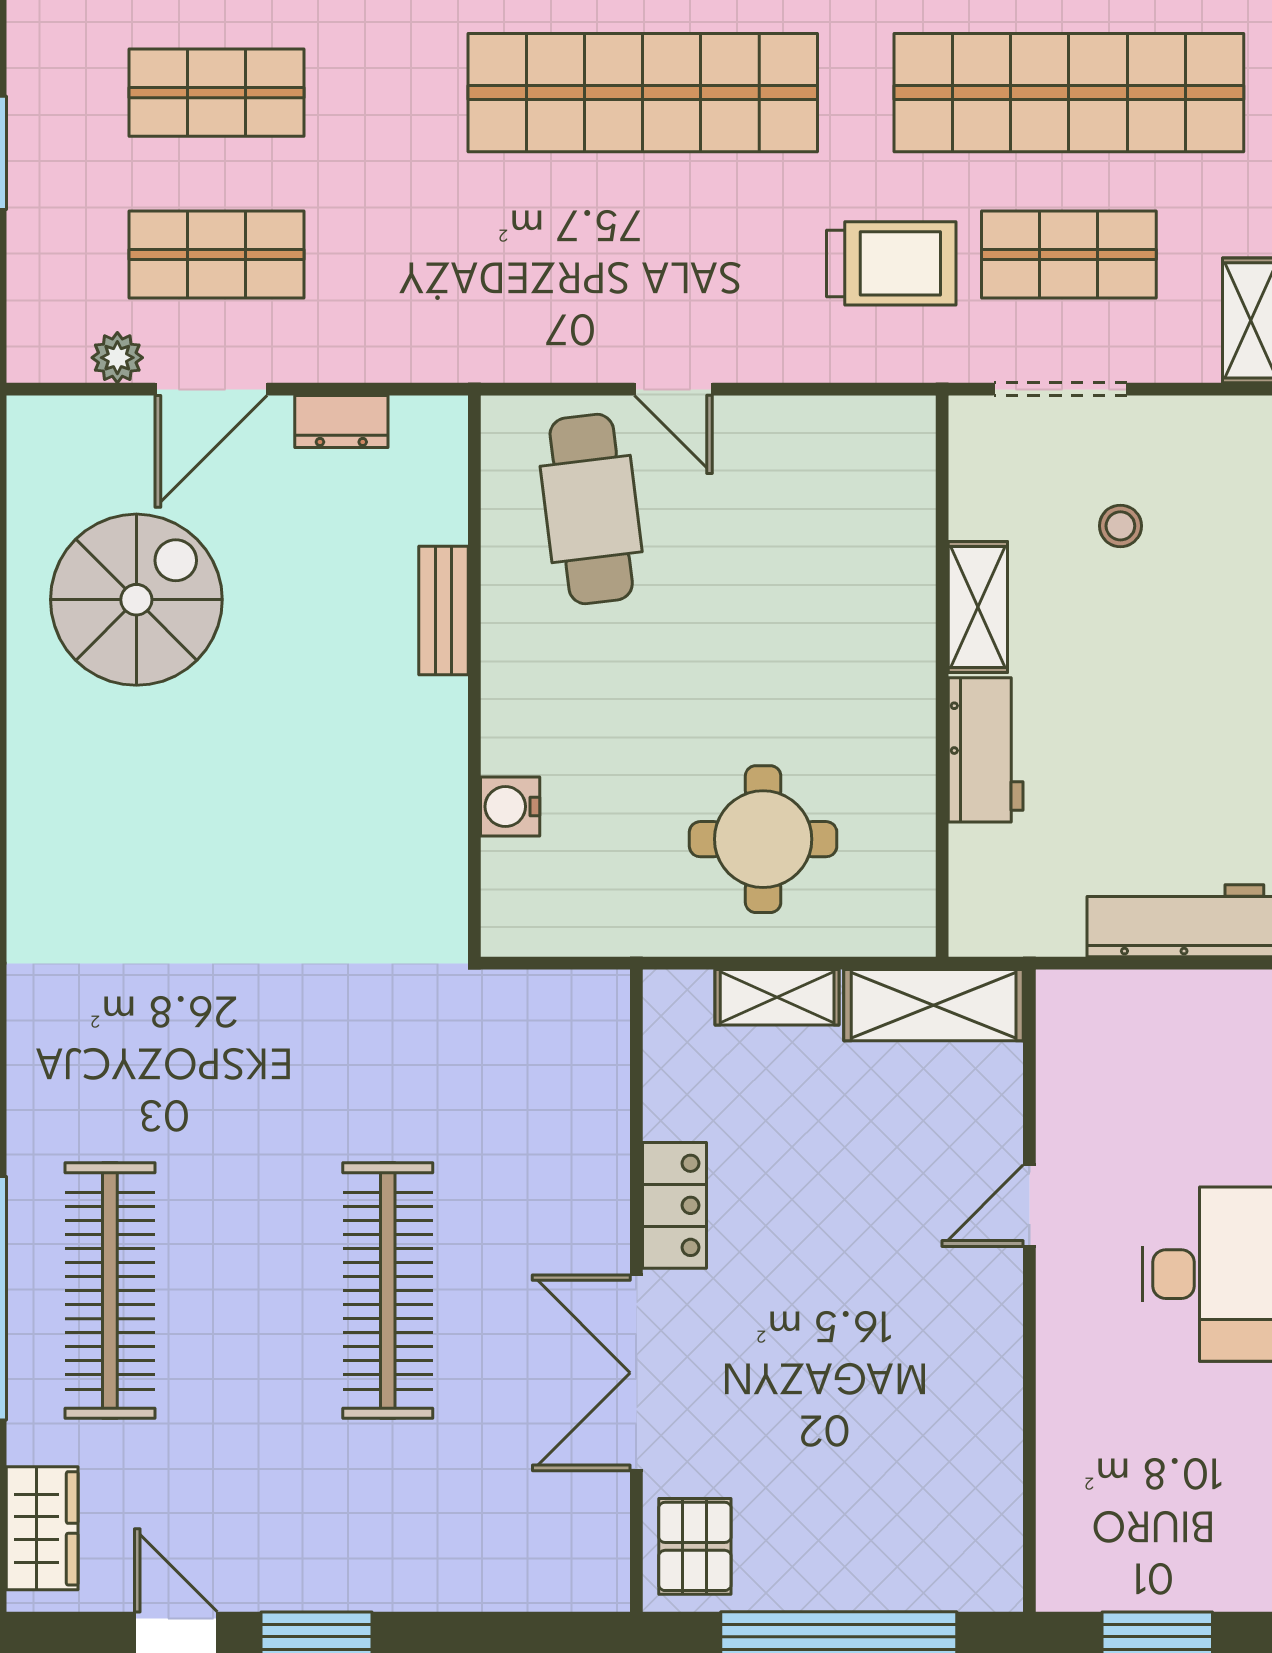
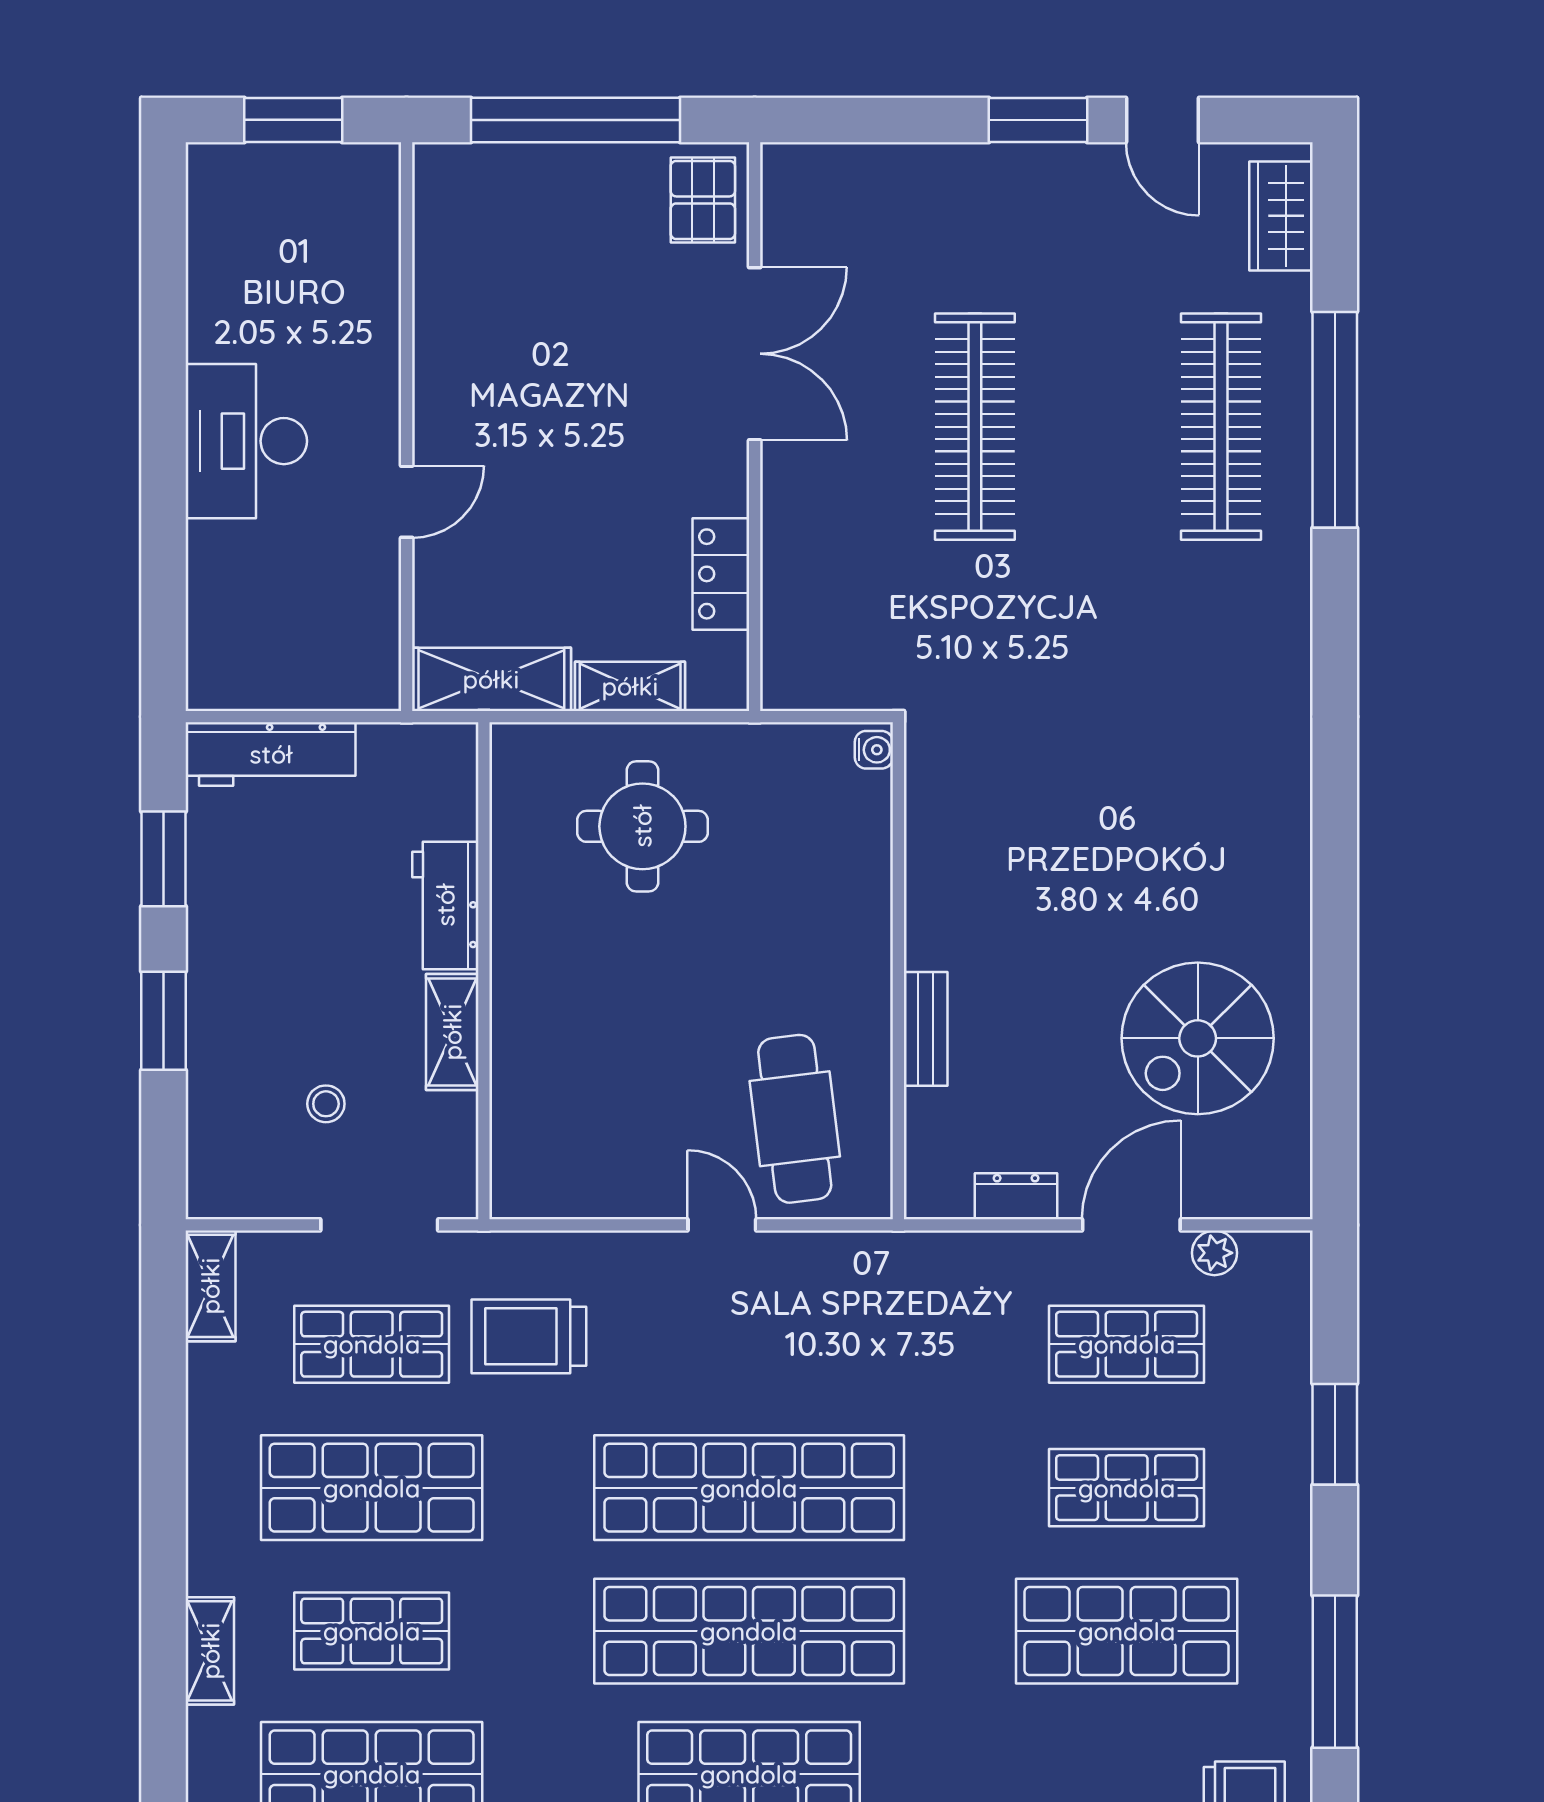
shop shelf: (1069, 93) -> (372, 1488), width x0.71
water cooler: (510, 807) -> (874, 750), moved, width x0.72, depth x0.72
locker: (675, 1205) -> (721, 574), moved

